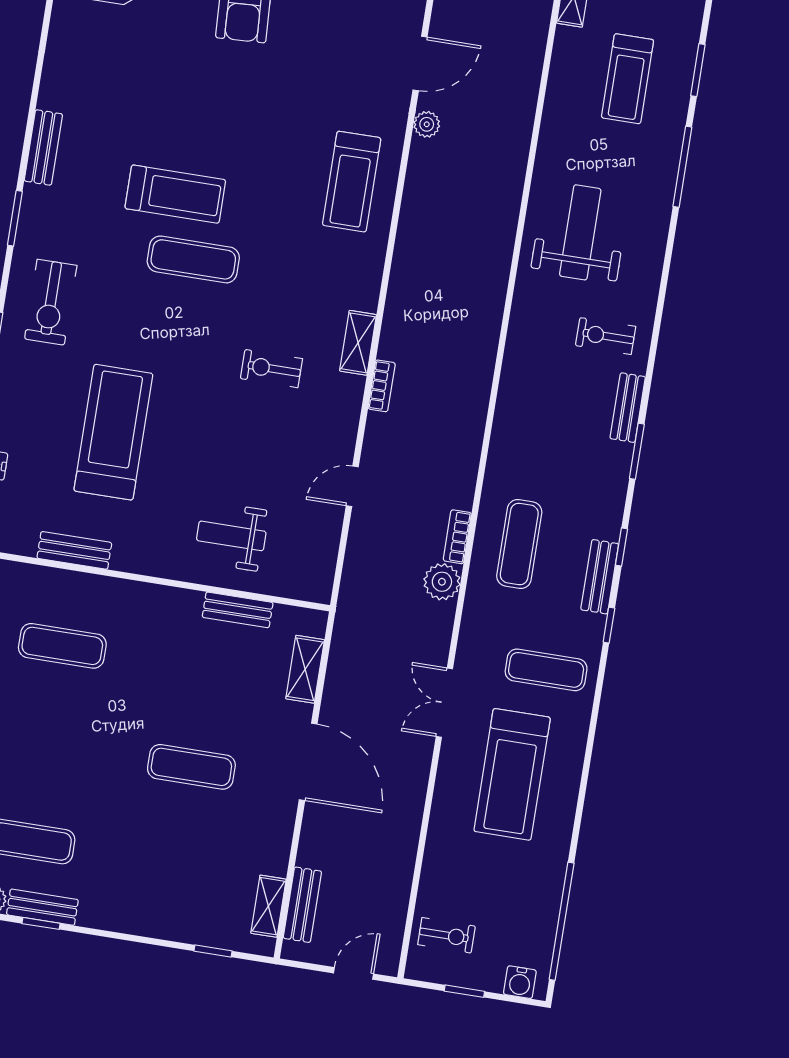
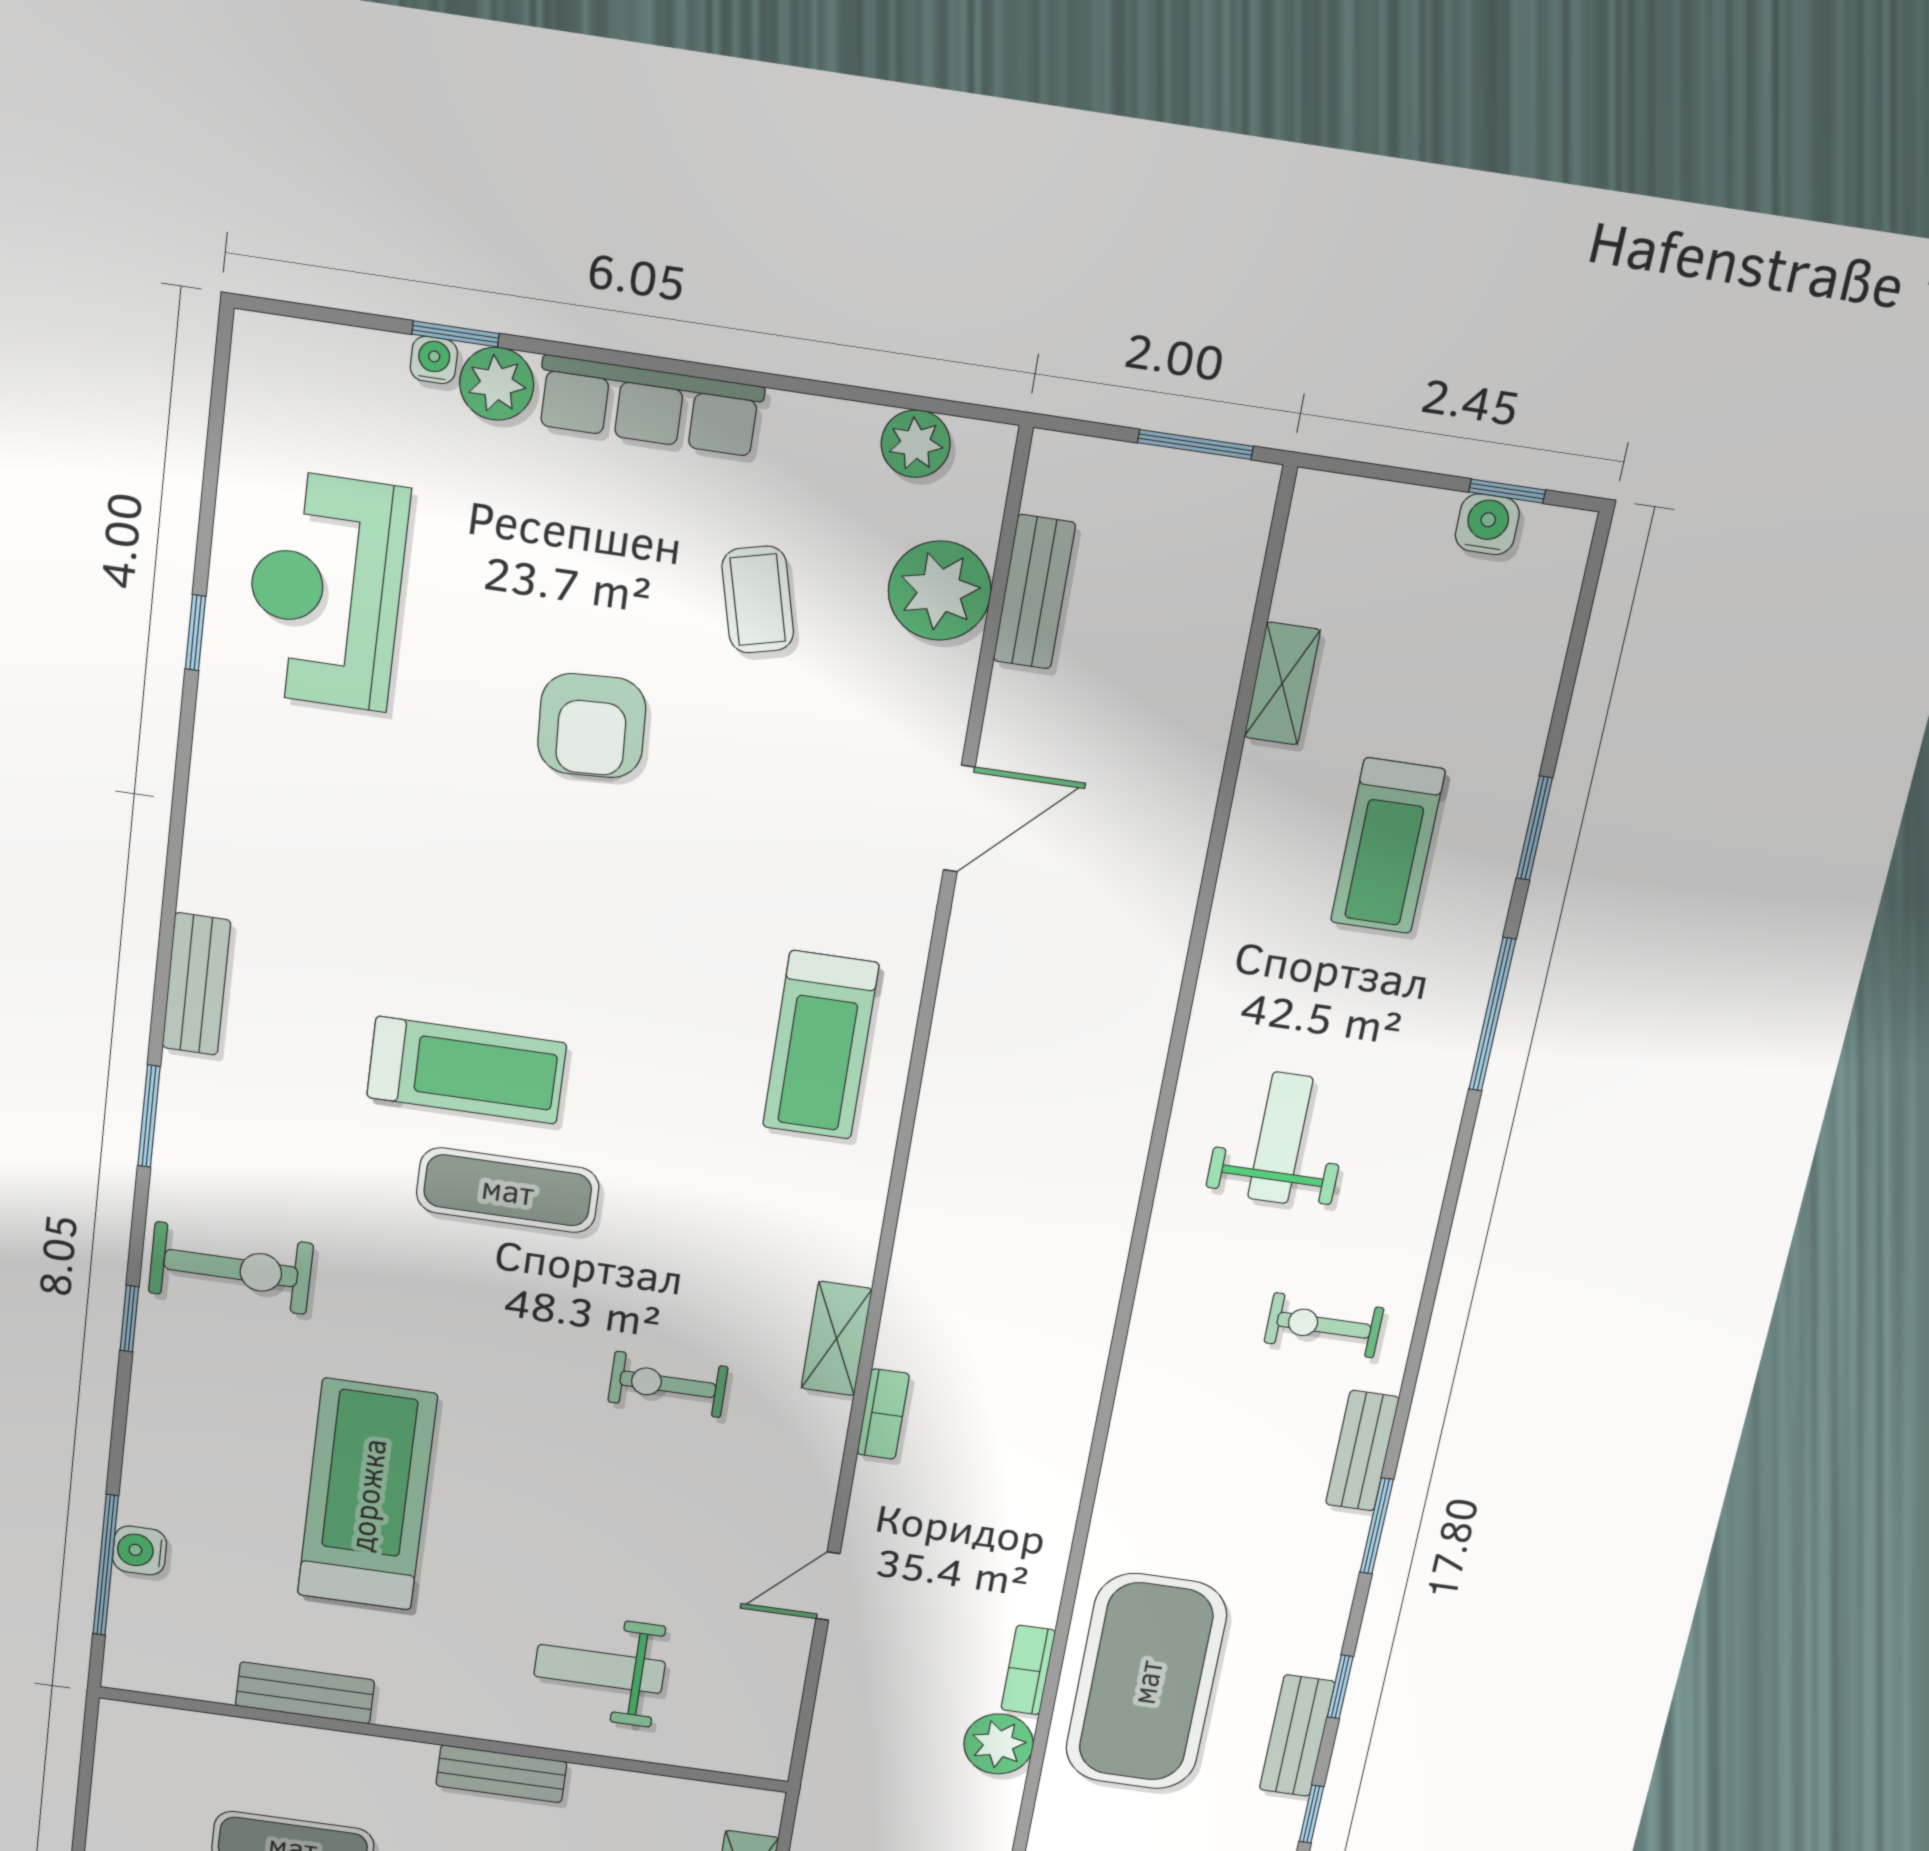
plant: (427, 124) -> (973, 936), removed
weight bench: (580, 232) -> (1280, 1138), width x0.73, depth x0.75
exercise bike: (51, 302) -> (231, 1268), turned -90
exercise mat: (519, 544) -> (1146, 1682), width x2.00, depth x1.45
bench: (238, 610) -> (501, 1774), moved

